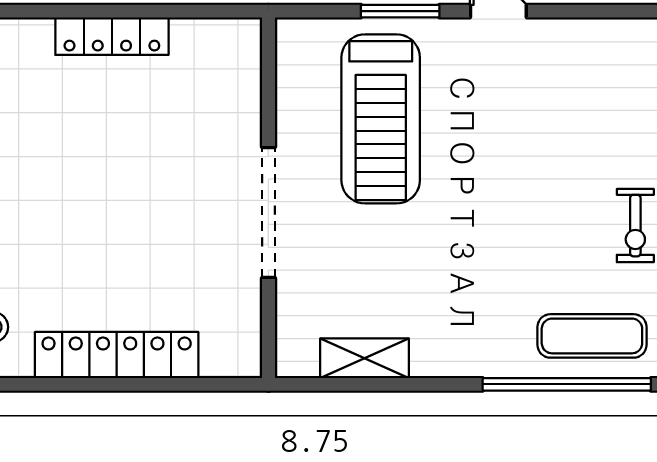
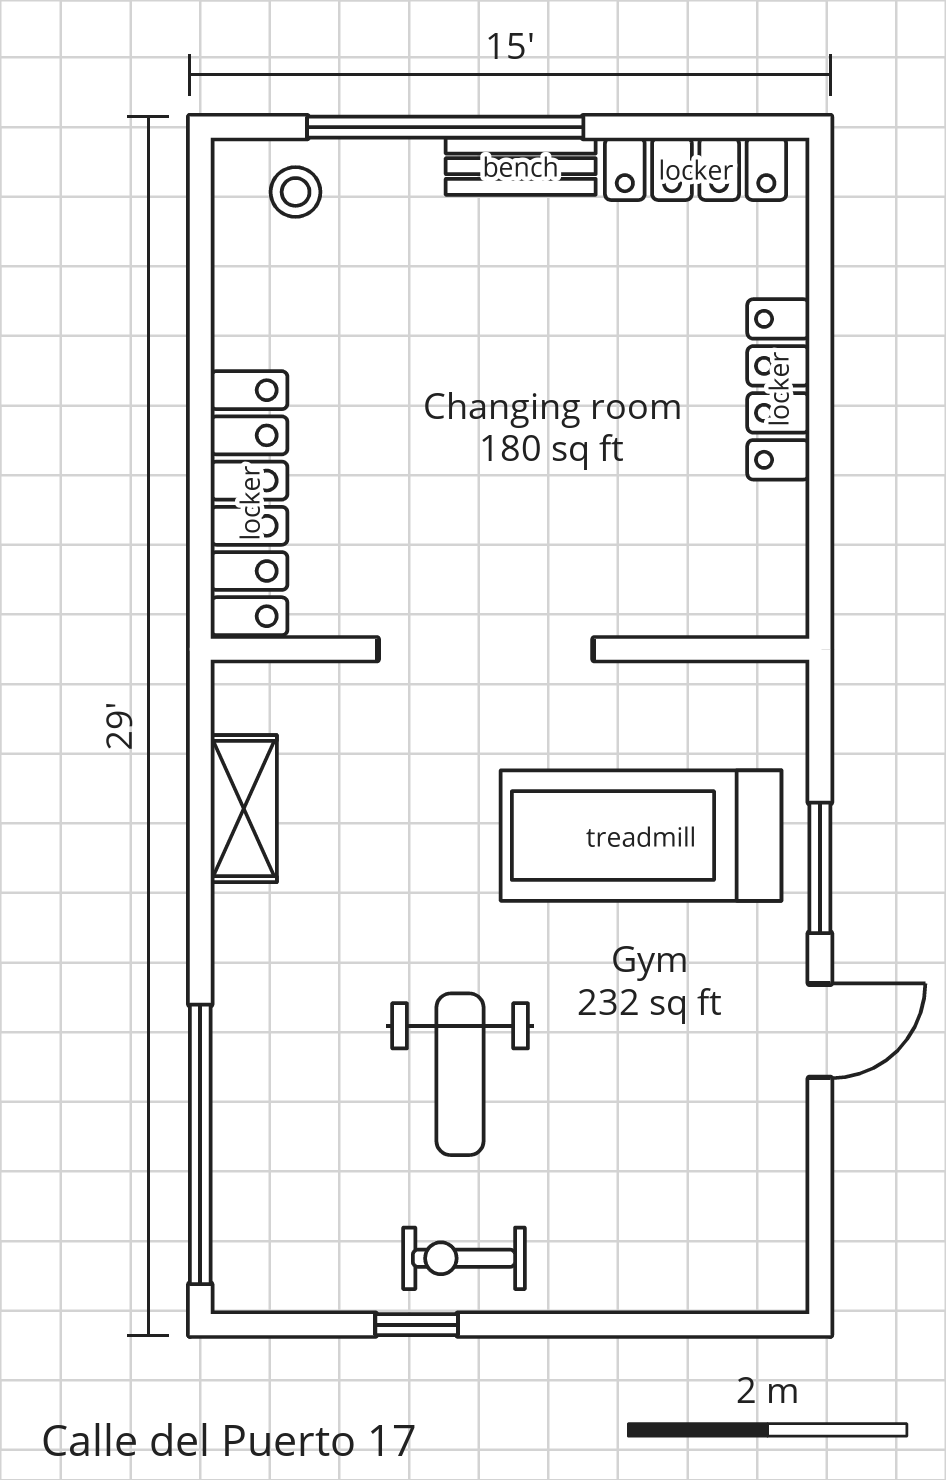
weight bench: (525, 228) -> (460, 1074), added
exercise mat: (592, 336) -> (281, 1186), removed
locker: (117, 355) -> (249, 503), moved

